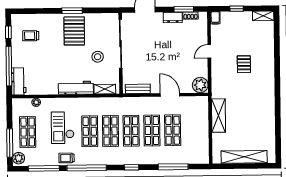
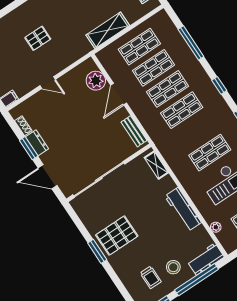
window: (184, 9) -> (29, 148), moved
stool: (98, 57) -> (173, 267), moved
plant: (200, 85) -> (96, 81), moved
workbench: (76, 88) -> (183, 209), moved
shop shelf: (110, 131) -> (139, 47), moved

